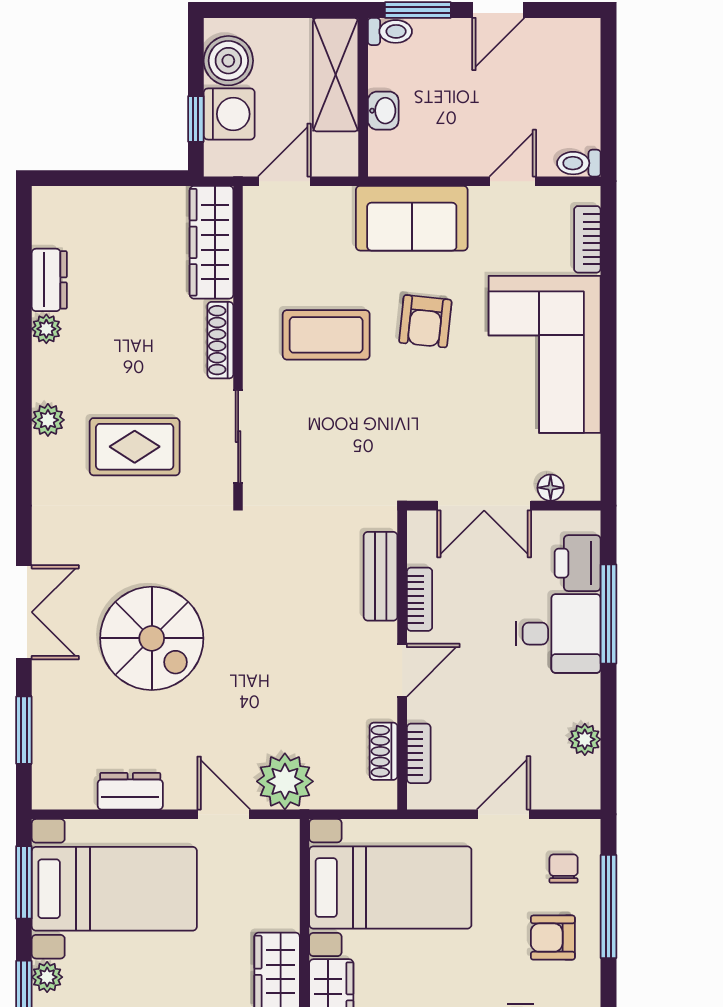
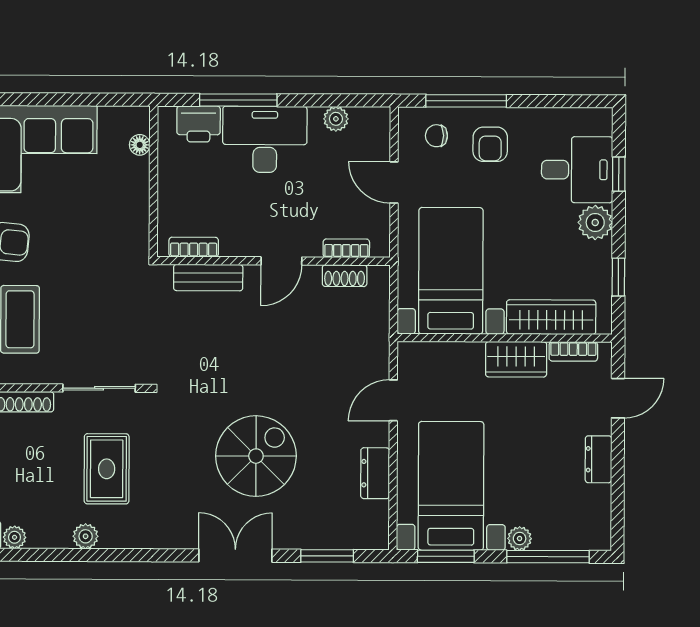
double door: (484, 506) -> (153, 197), removed
bookcase: (420, 599) -> (194, 247), moved
desk: (558, 634) -> (265, 139), width x1.37
door: (402, 670) -> (281, 261), swing flipped
plant: (285, 781) -> (368, 353), removed

